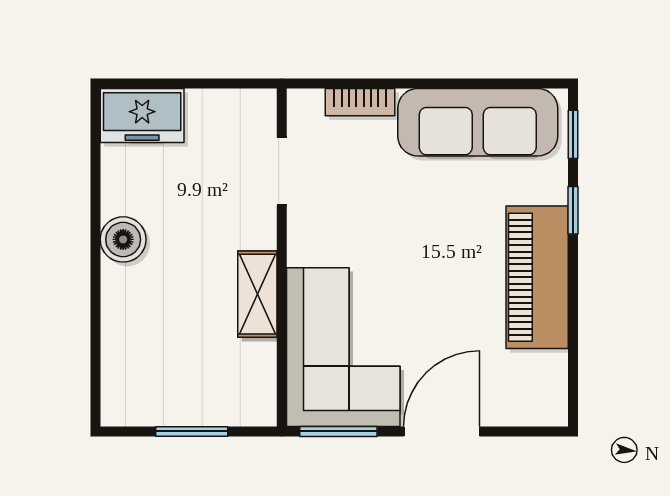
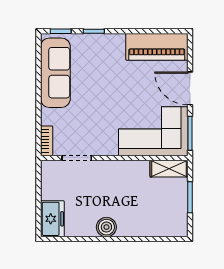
bookcase: (360, 102) -> (47, 141), moved
piano: (537, 277) -> (157, 47), moved
shelving: (257, 294) -> (169, 169), moved

